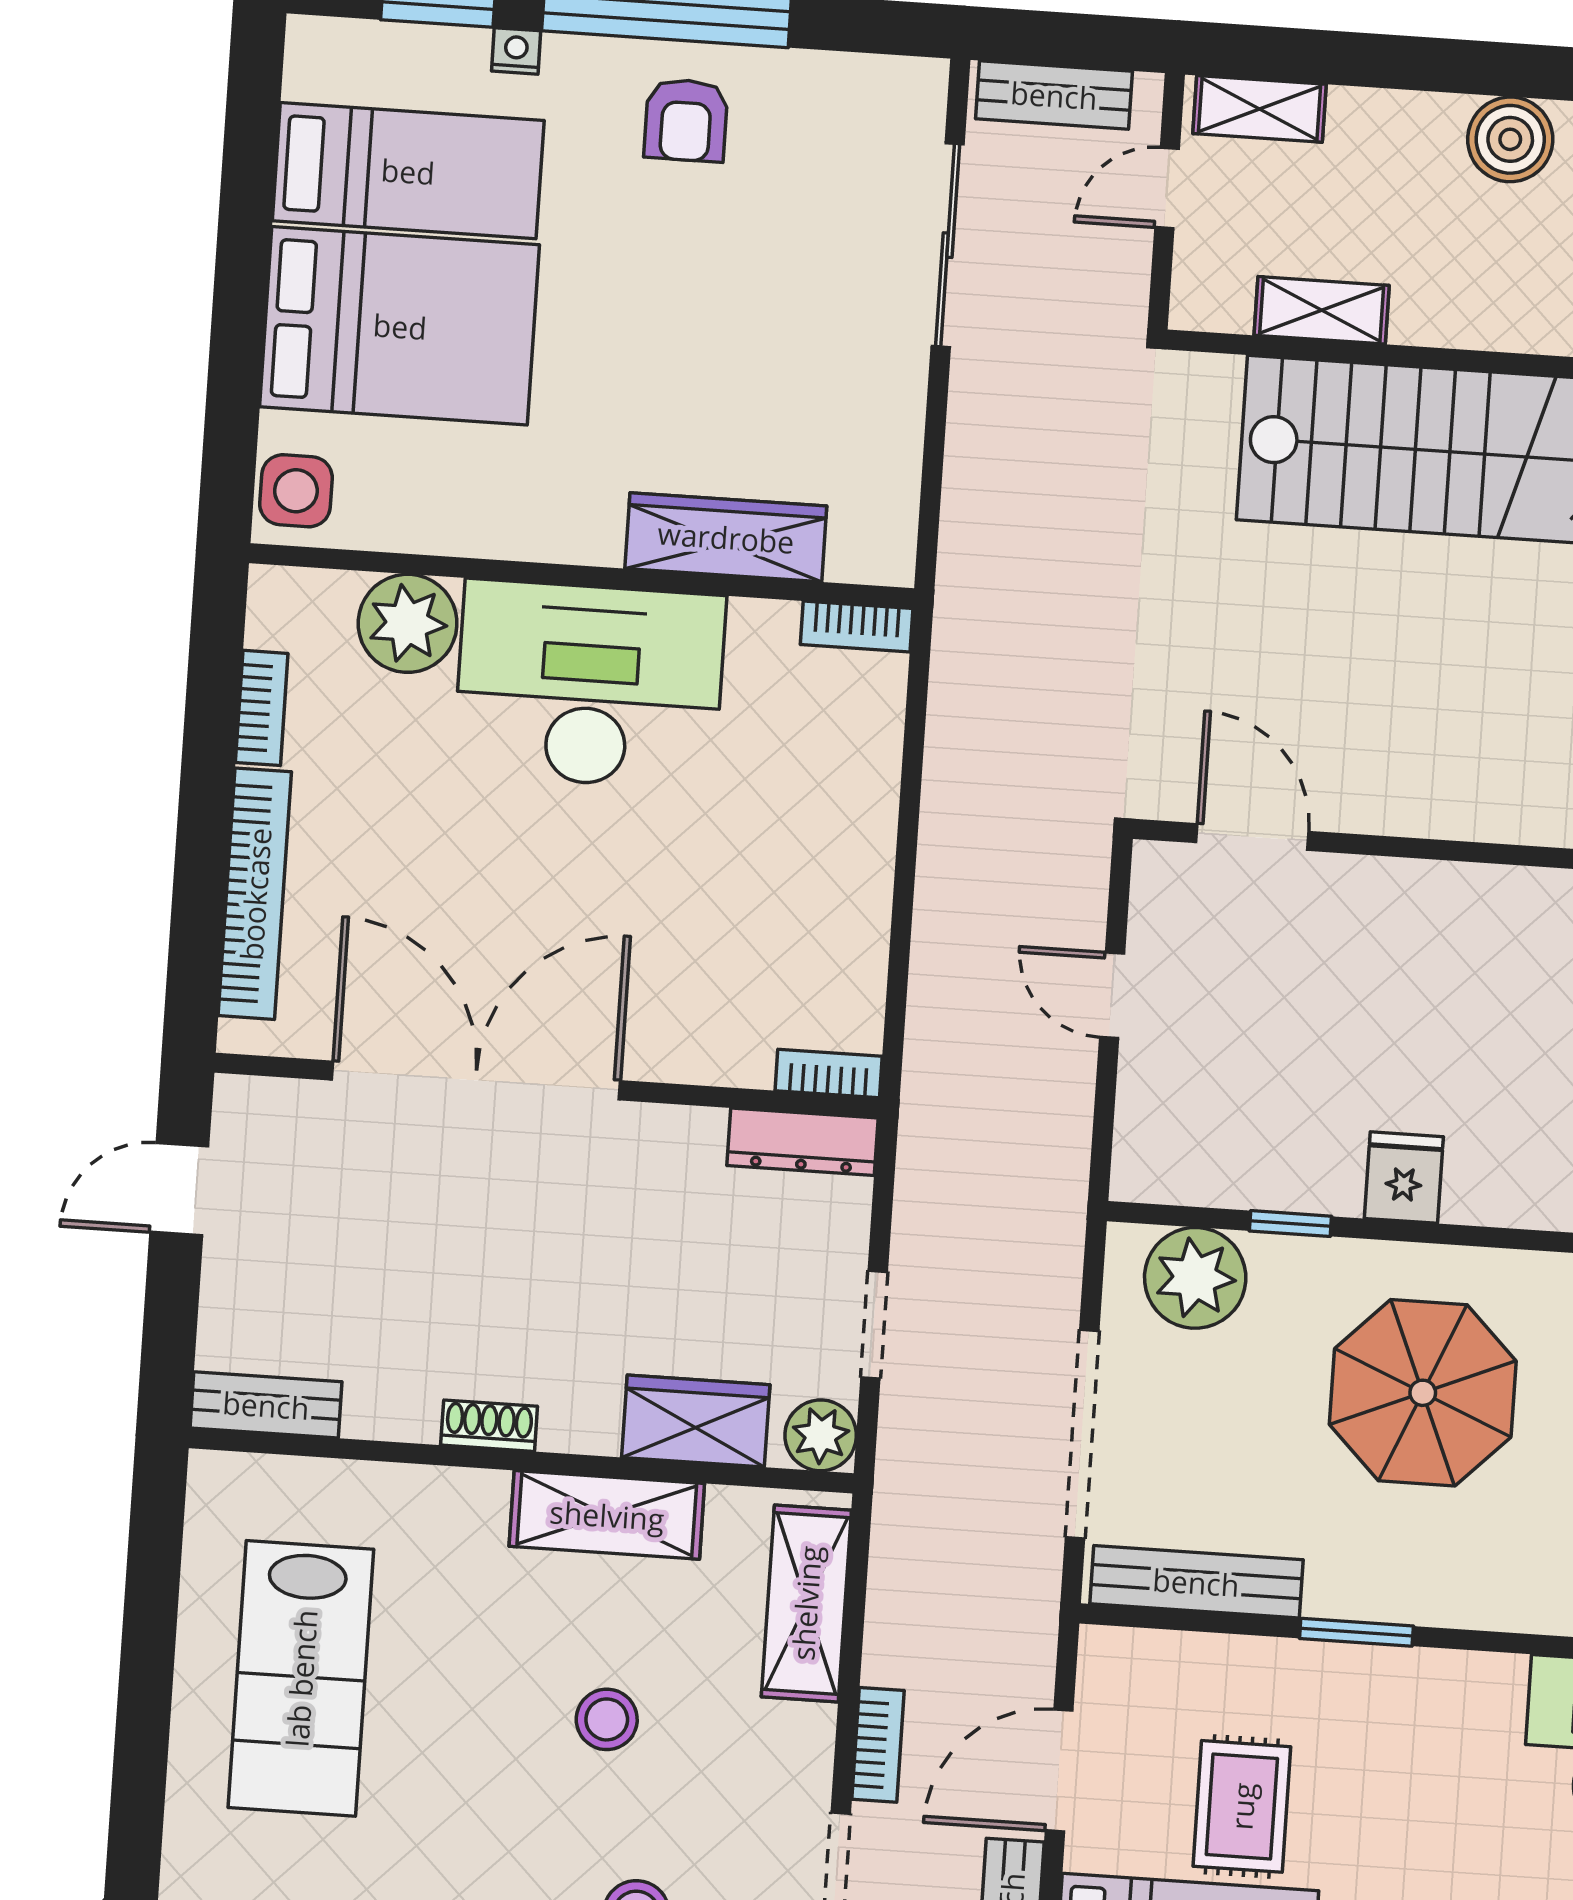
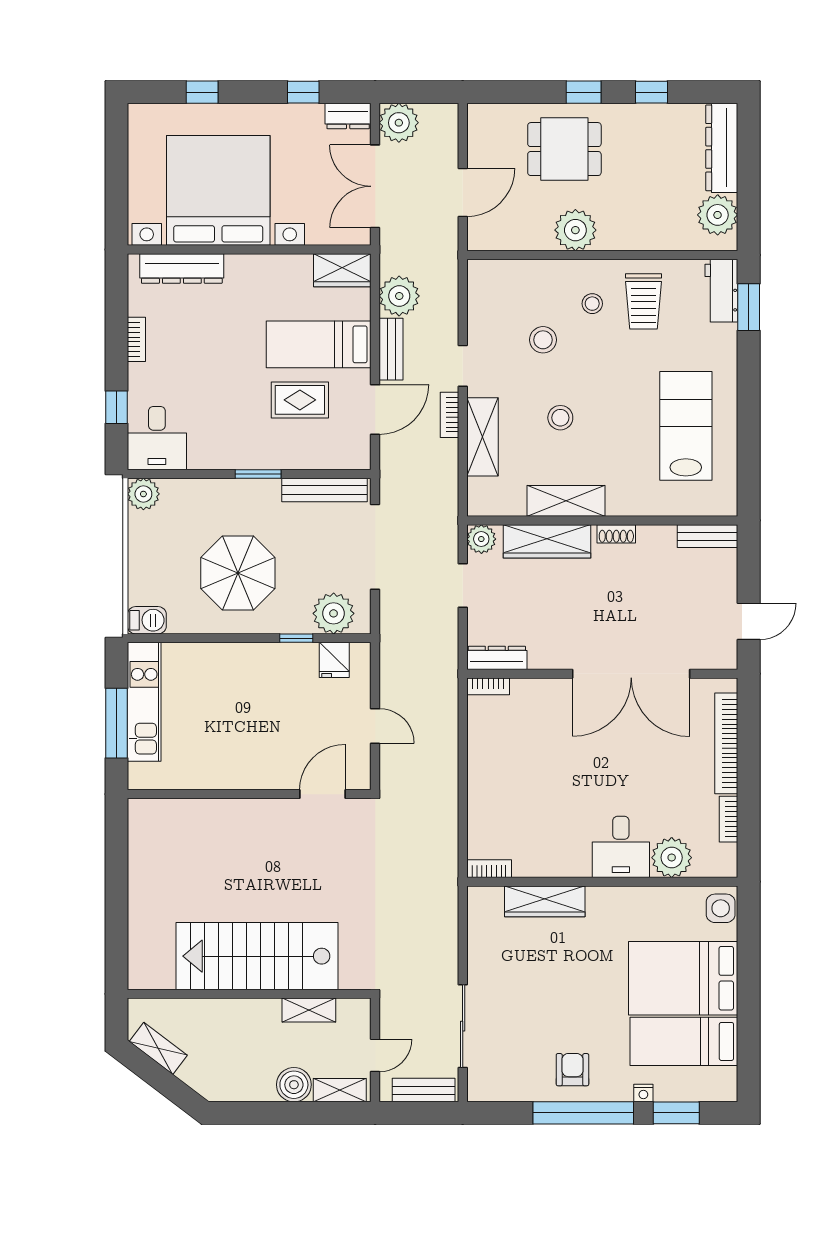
boiler: (1510, 139) -> (294, 1085), moved
desk: (589, 685) -> (621, 847), width x0.53, depth x0.77
door: (1252, 837) -> (322, 794), swing flipped
fridge: (1404, 1178) -> (334, 660), moved
wardrobe: (696, 1421) -> (547, 541), width x1.50
shelving: (806, 1603) -> (482, 437), moved
rug: (1242, 1806) -> (300, 400), turned 90

